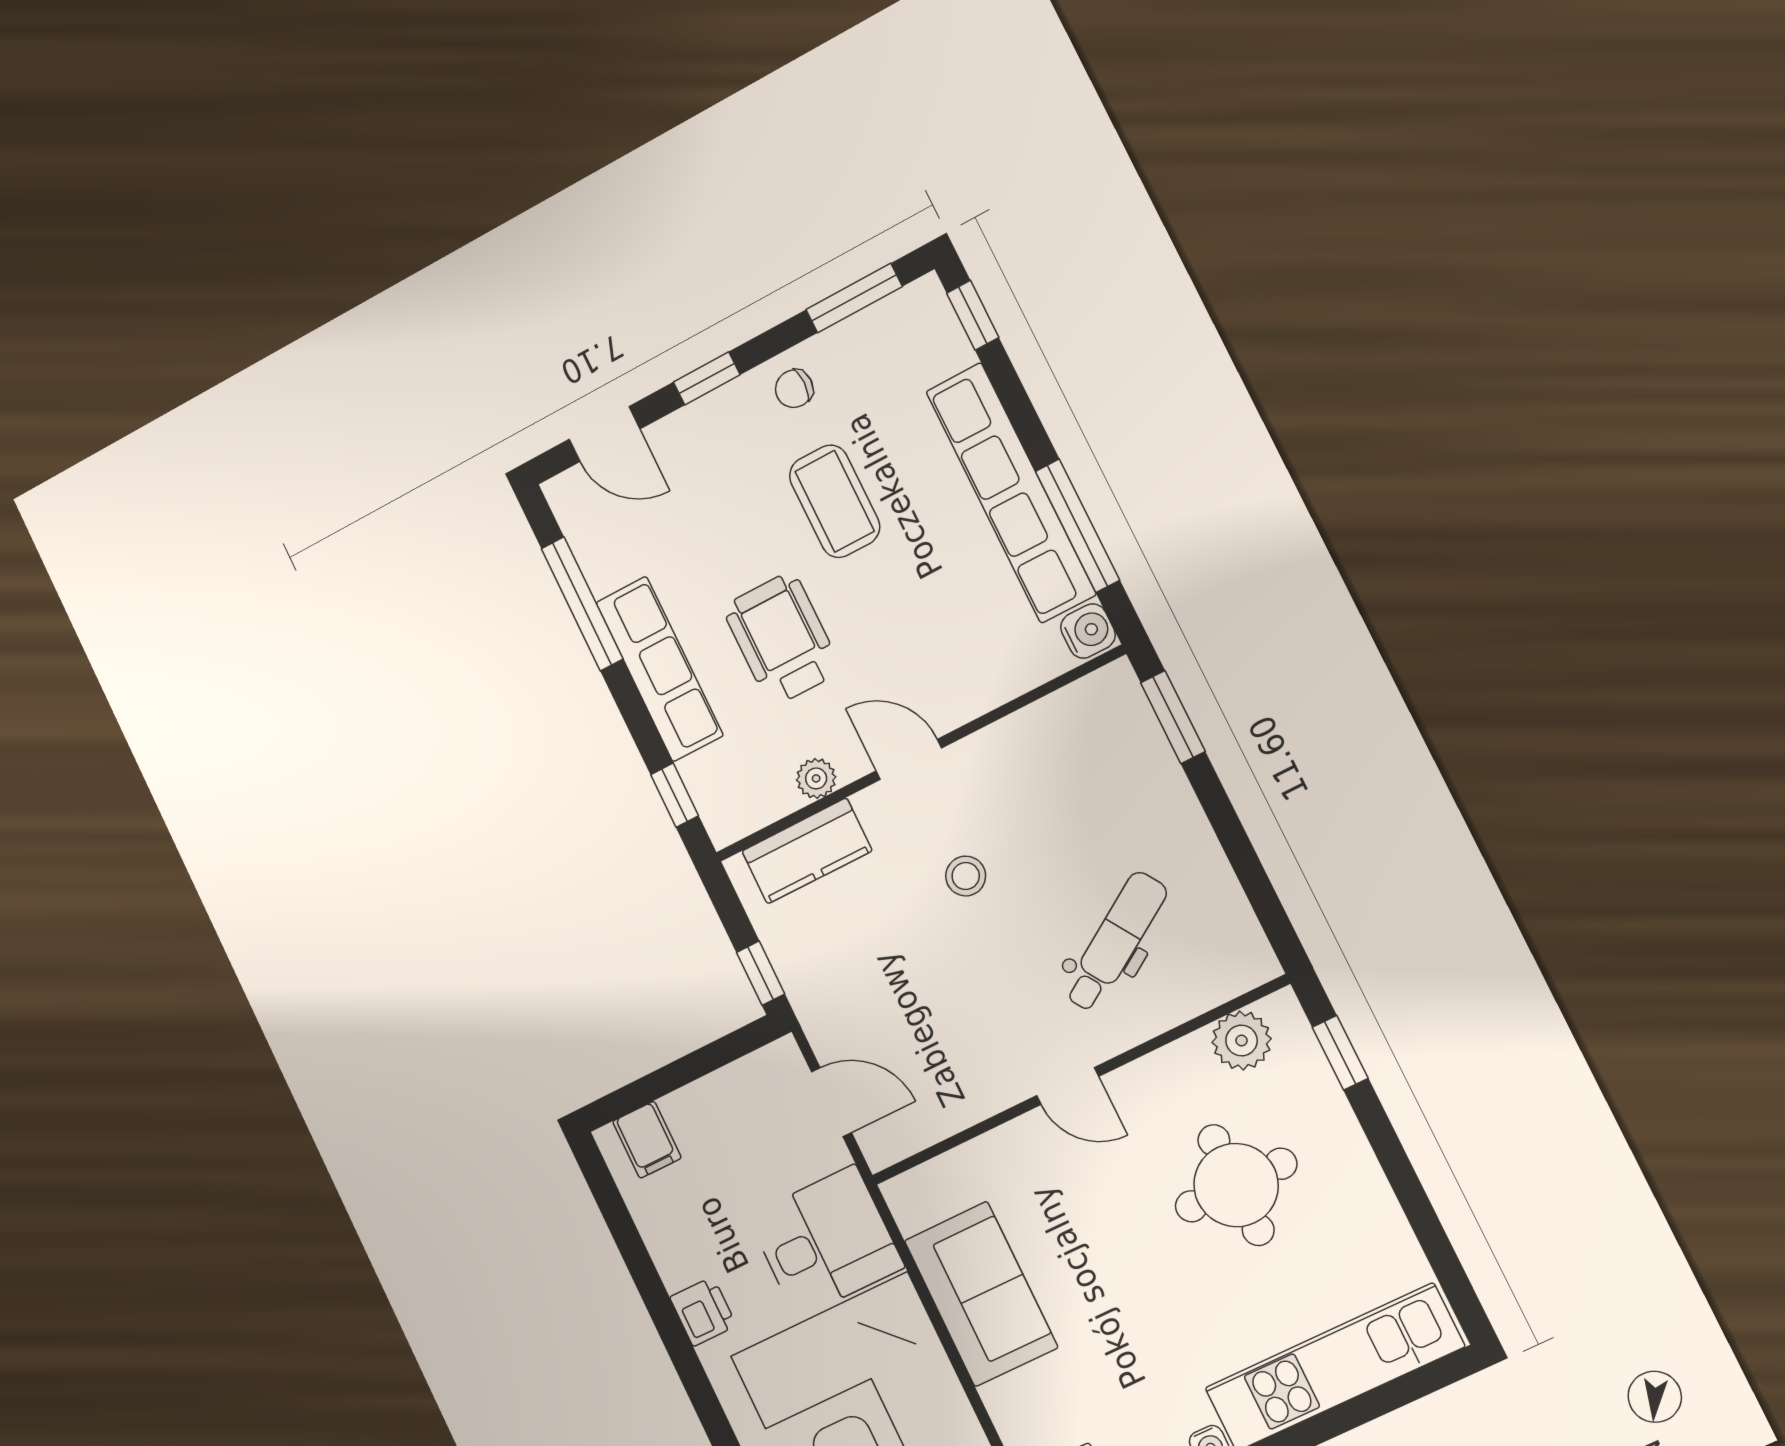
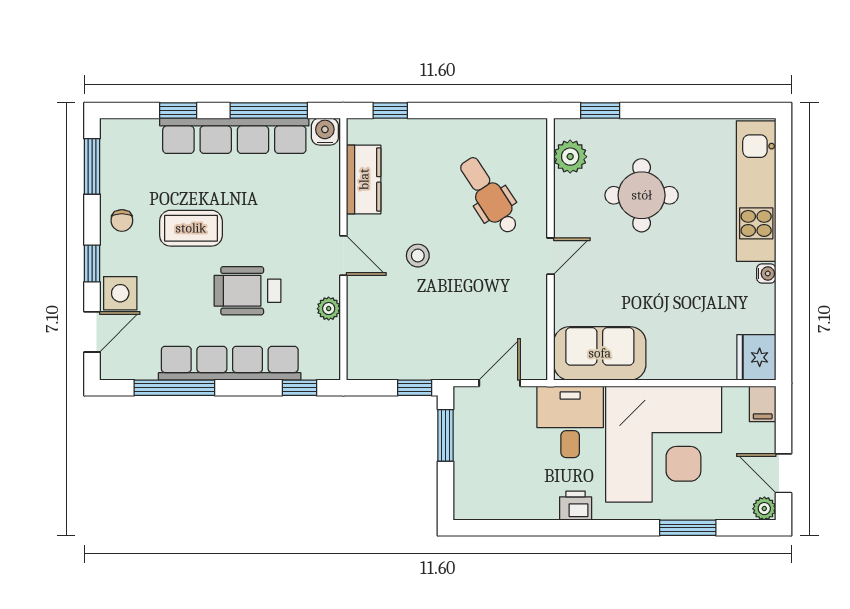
window: (973, 315) -> (178, 110), moved
side table: (683, 446) -> (120, 293), added
row of seats: (659, 669) -> (230, 363), width x1.36
window: (1173, 717) -> (390, 110), width x0.67
door: (909, 759) -> (343, 255), swing flipped
kitchen counter: (807, 851) -> (364, 179), moved
window: (712, 1057) -> (445, 435), added
filing cabinet: (647, 1140) -> (472, 492), removed
sofa: (981, 1294) -> (600, 353), moved

